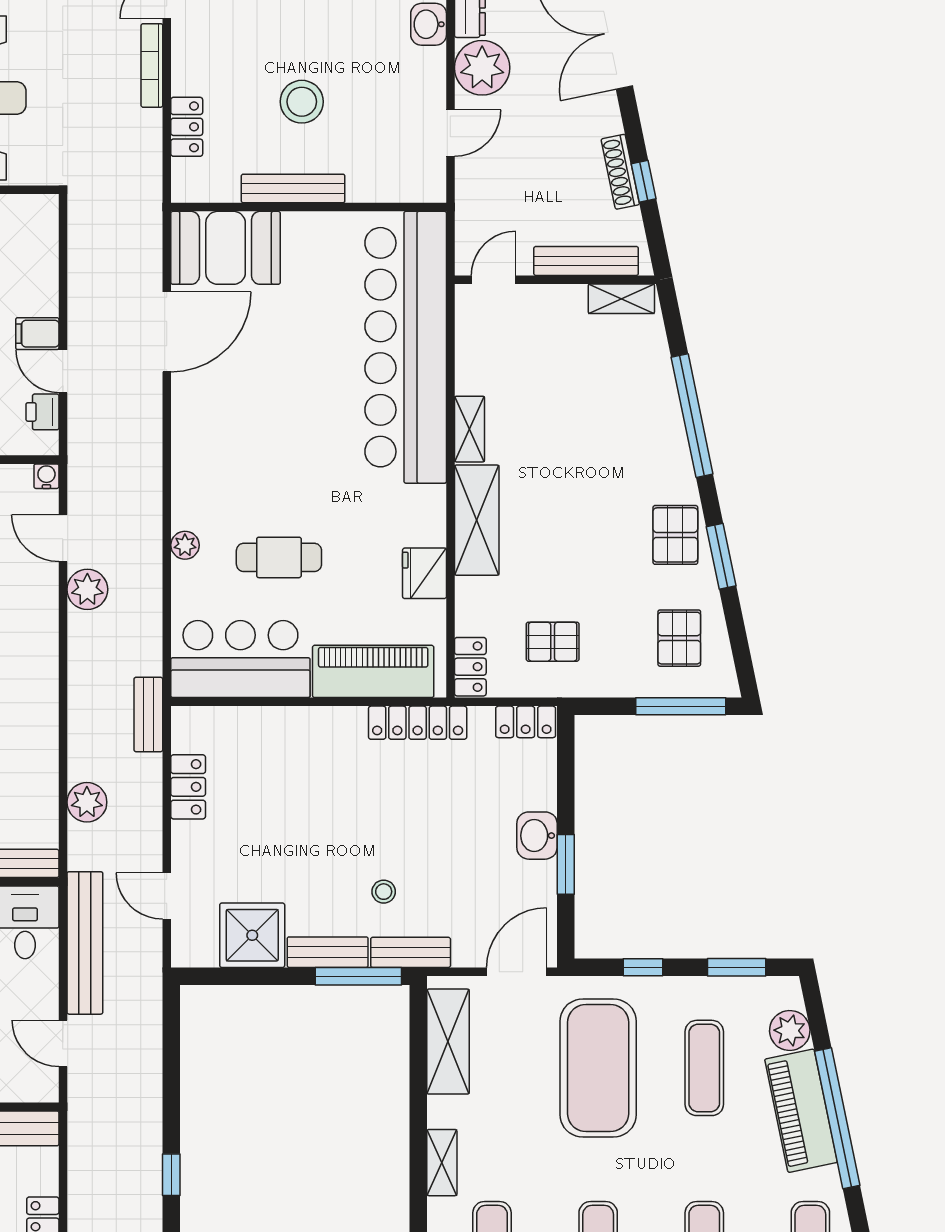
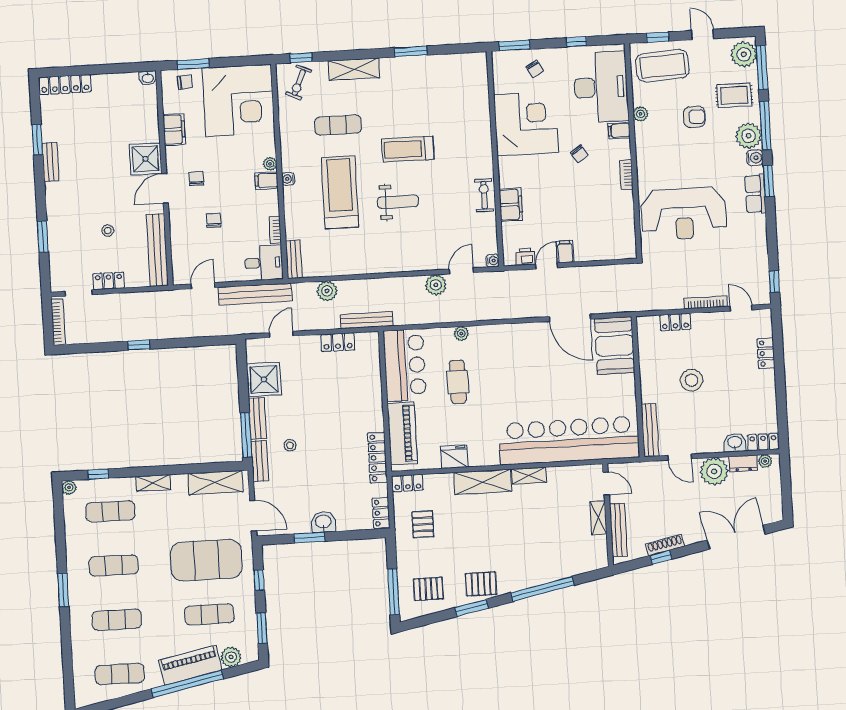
bench: (293, 188) -> (650, 430), moved
shelving: (621, 299) -> (598, 518), moved
bench: (148, 714) -> (367, 320), width x1.36

